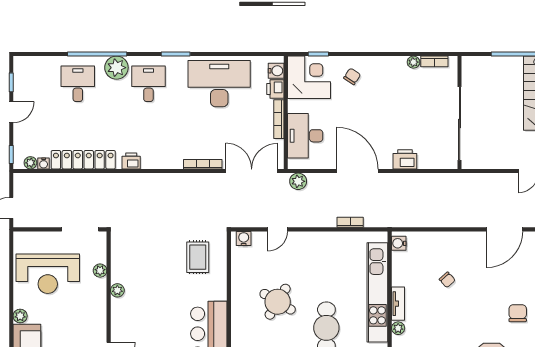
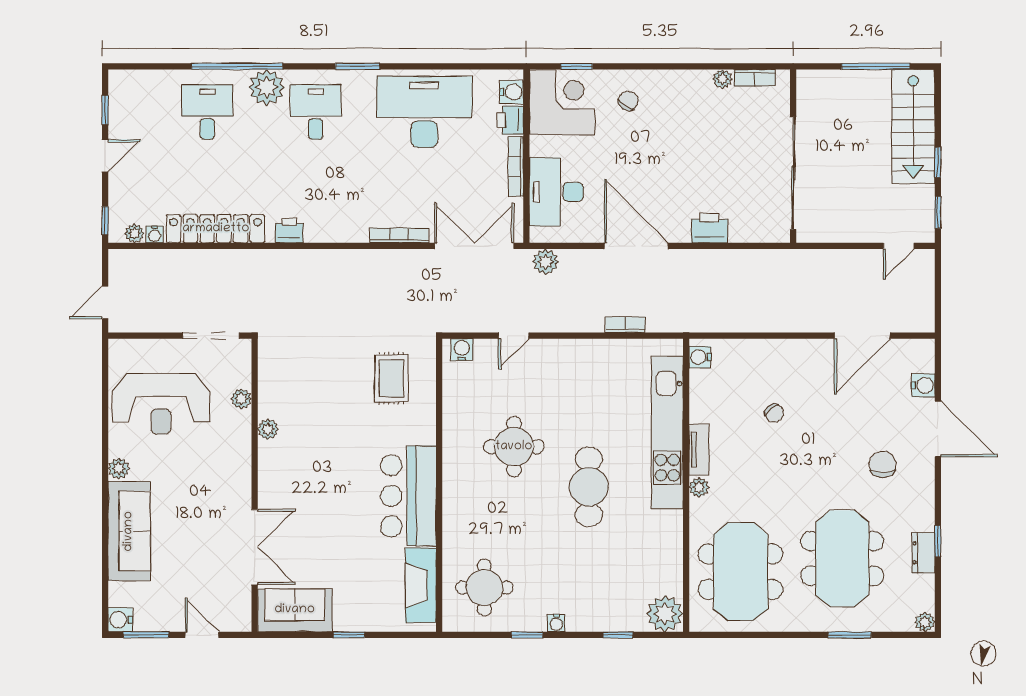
round table: (278, 302) -> (514, 447), turned -31

